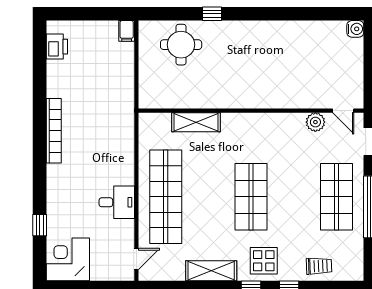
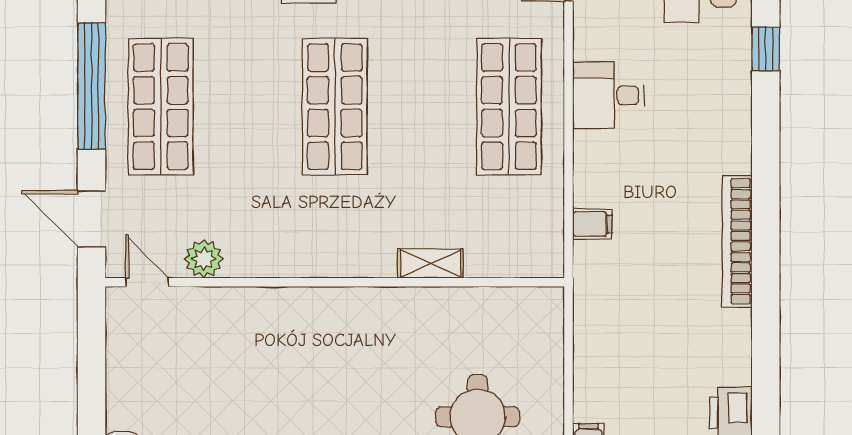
shelving: (196, 122) -> (431, 263), width x0.67, depth x0.75
filing cabinet: (125, 139) -> (592, 224), added
shop shelf: (166, 197) -> (509, 107), width x0.71

